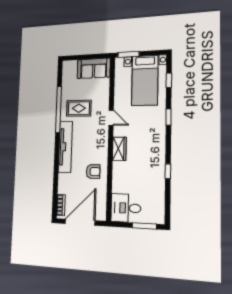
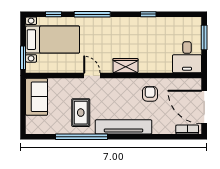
window: (168, 117) -> (92, 14), width x2.17
door: (111, 118) -> (92, 75), hinge flipped

